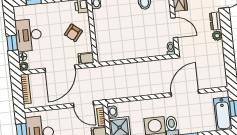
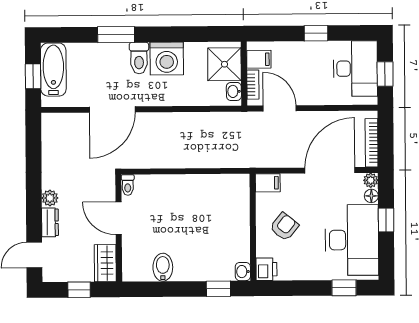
desk: (29, 35) -> (352, 240), width x1.36, depth x1.30
door: (60, 69) -> (330, 170), moved

